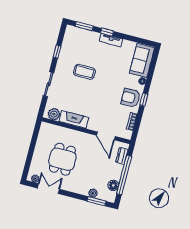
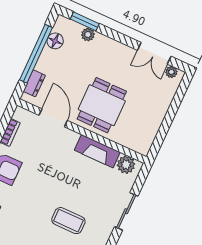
dining table: (62, 159) -> (102, 105), moved

